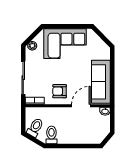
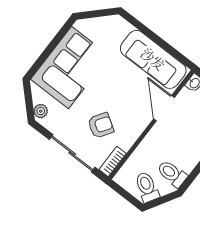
armchair: (60, 91) -> (101, 125), moved, turned -147

